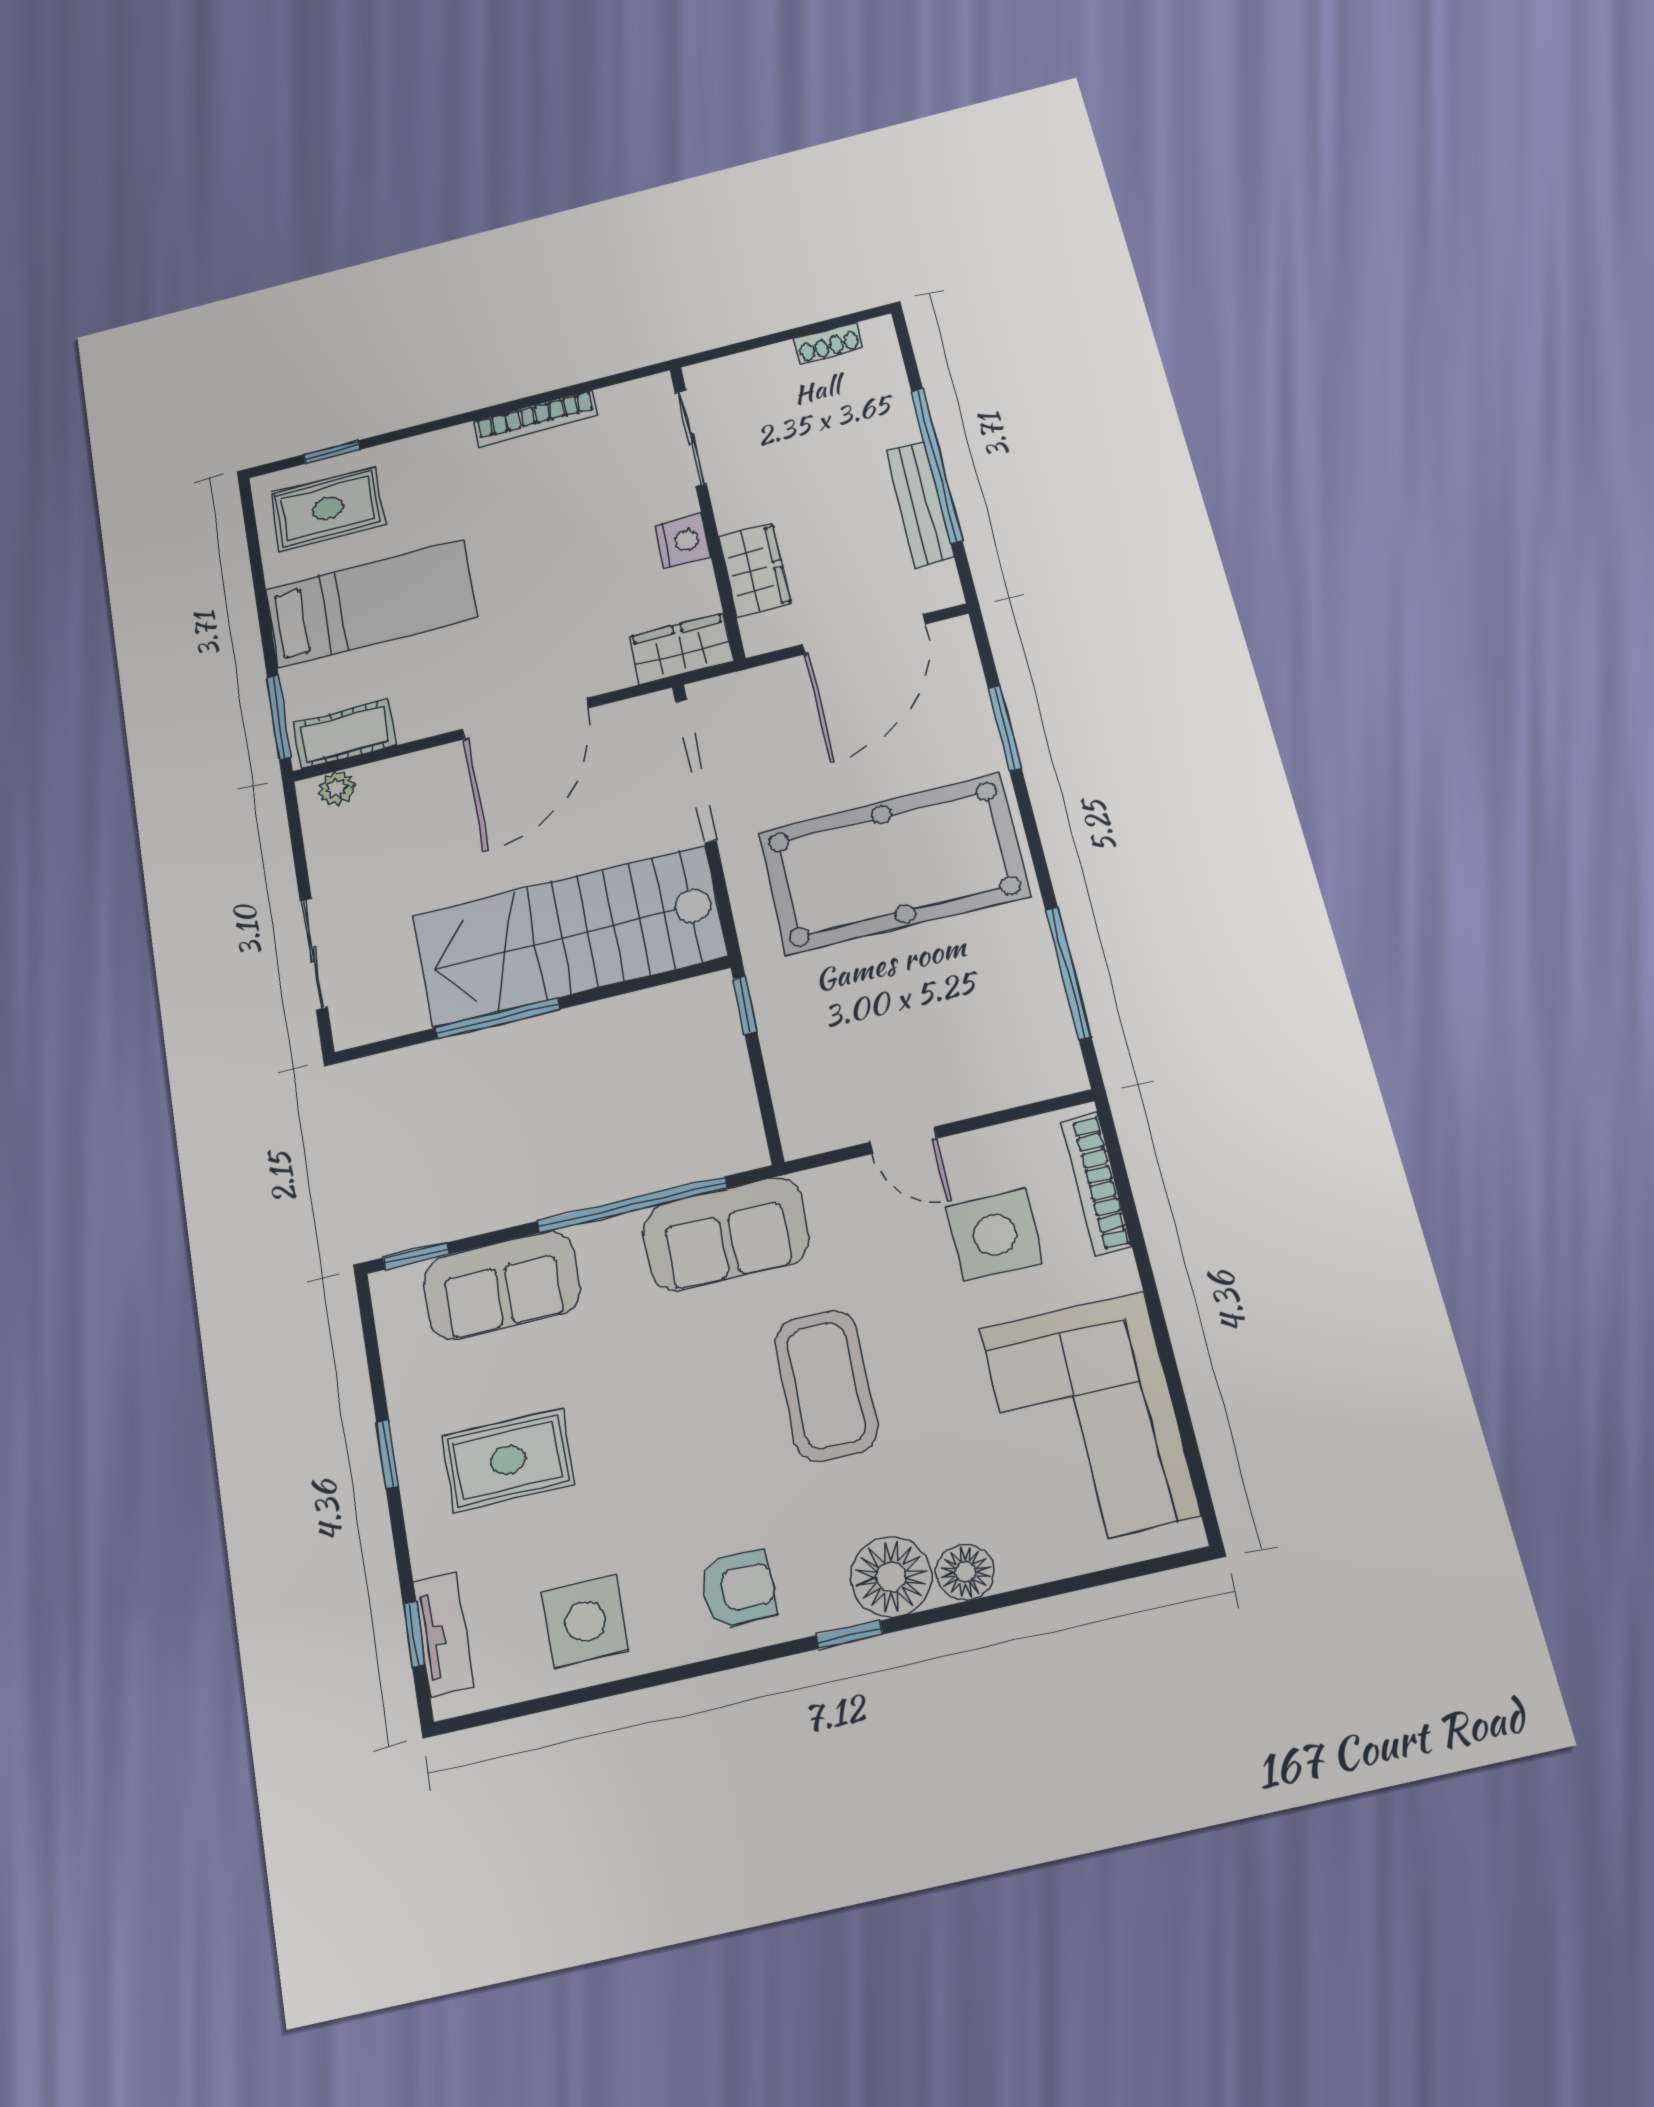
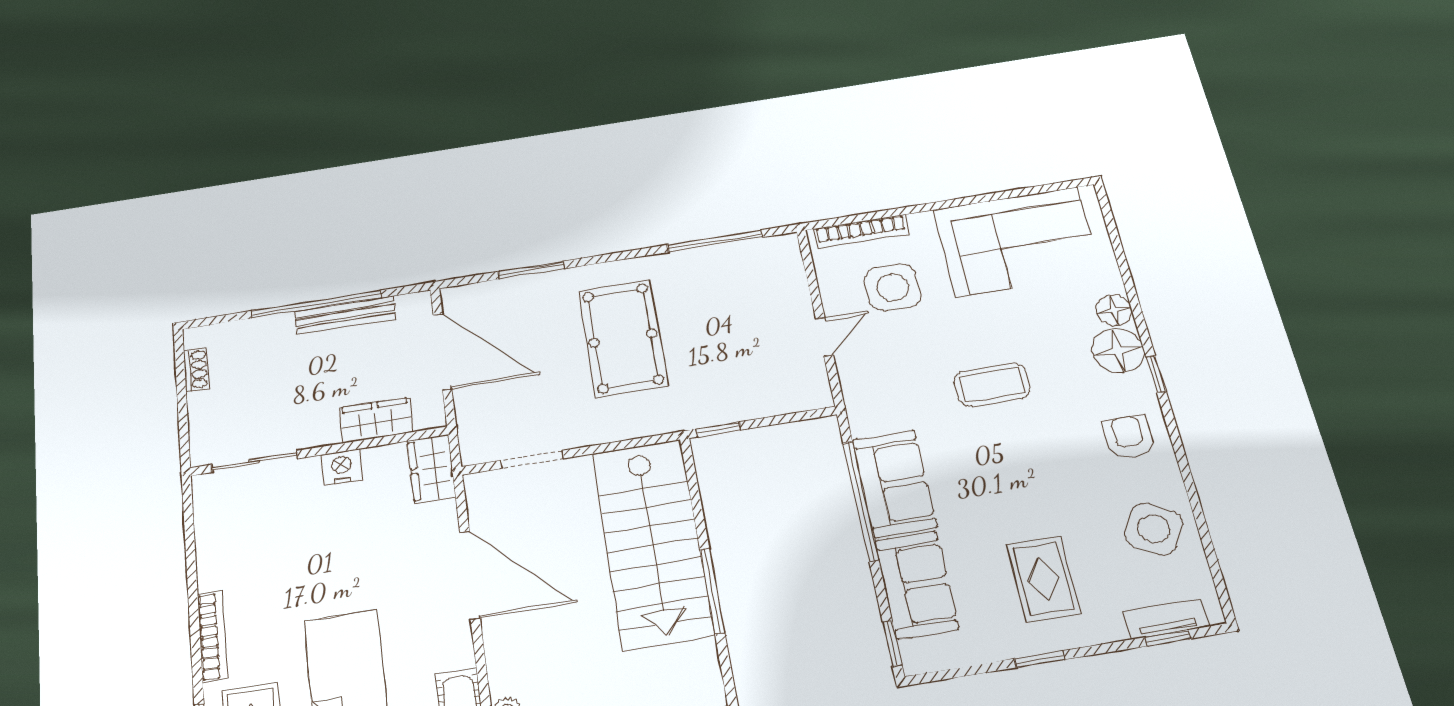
bookcase: (536, 418) -> (212, 636), moved
doorway: (696, 770) -> (532, 460), width x0.53
pool table: (893, 864) -> (623, 338), width x0.73, depth x0.76
sofa: (726, 1234) -> (894, 483), moved
coffee table: (826, 1385) -> (992, 385), width x0.73, depth x0.76
side table: (585, 1621) -> (1154, 529), turned 30

